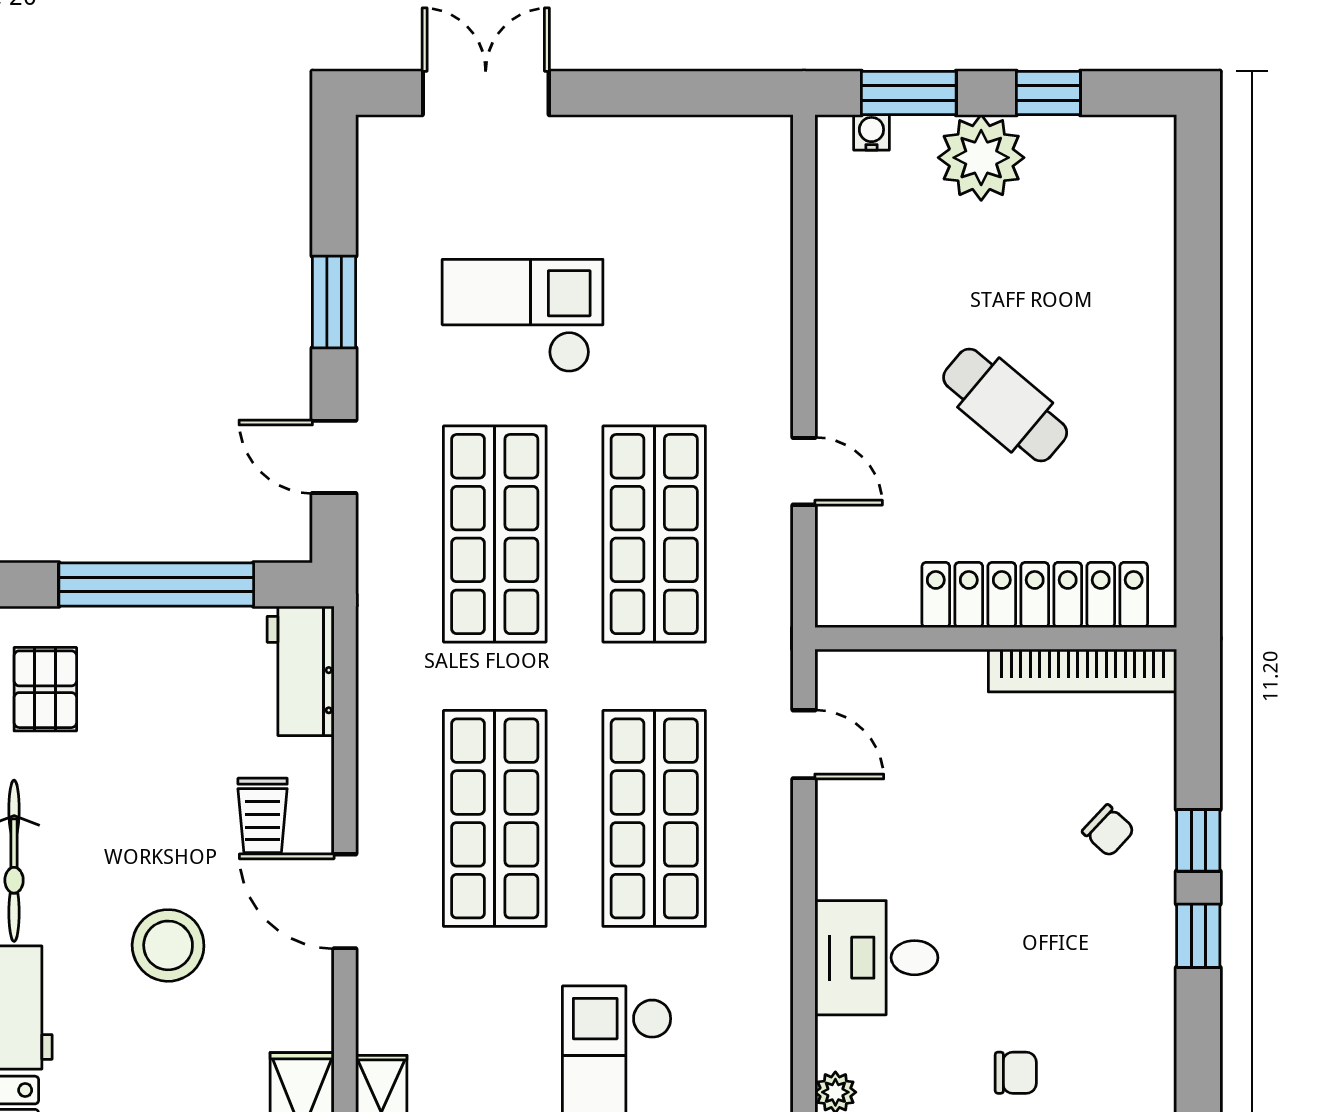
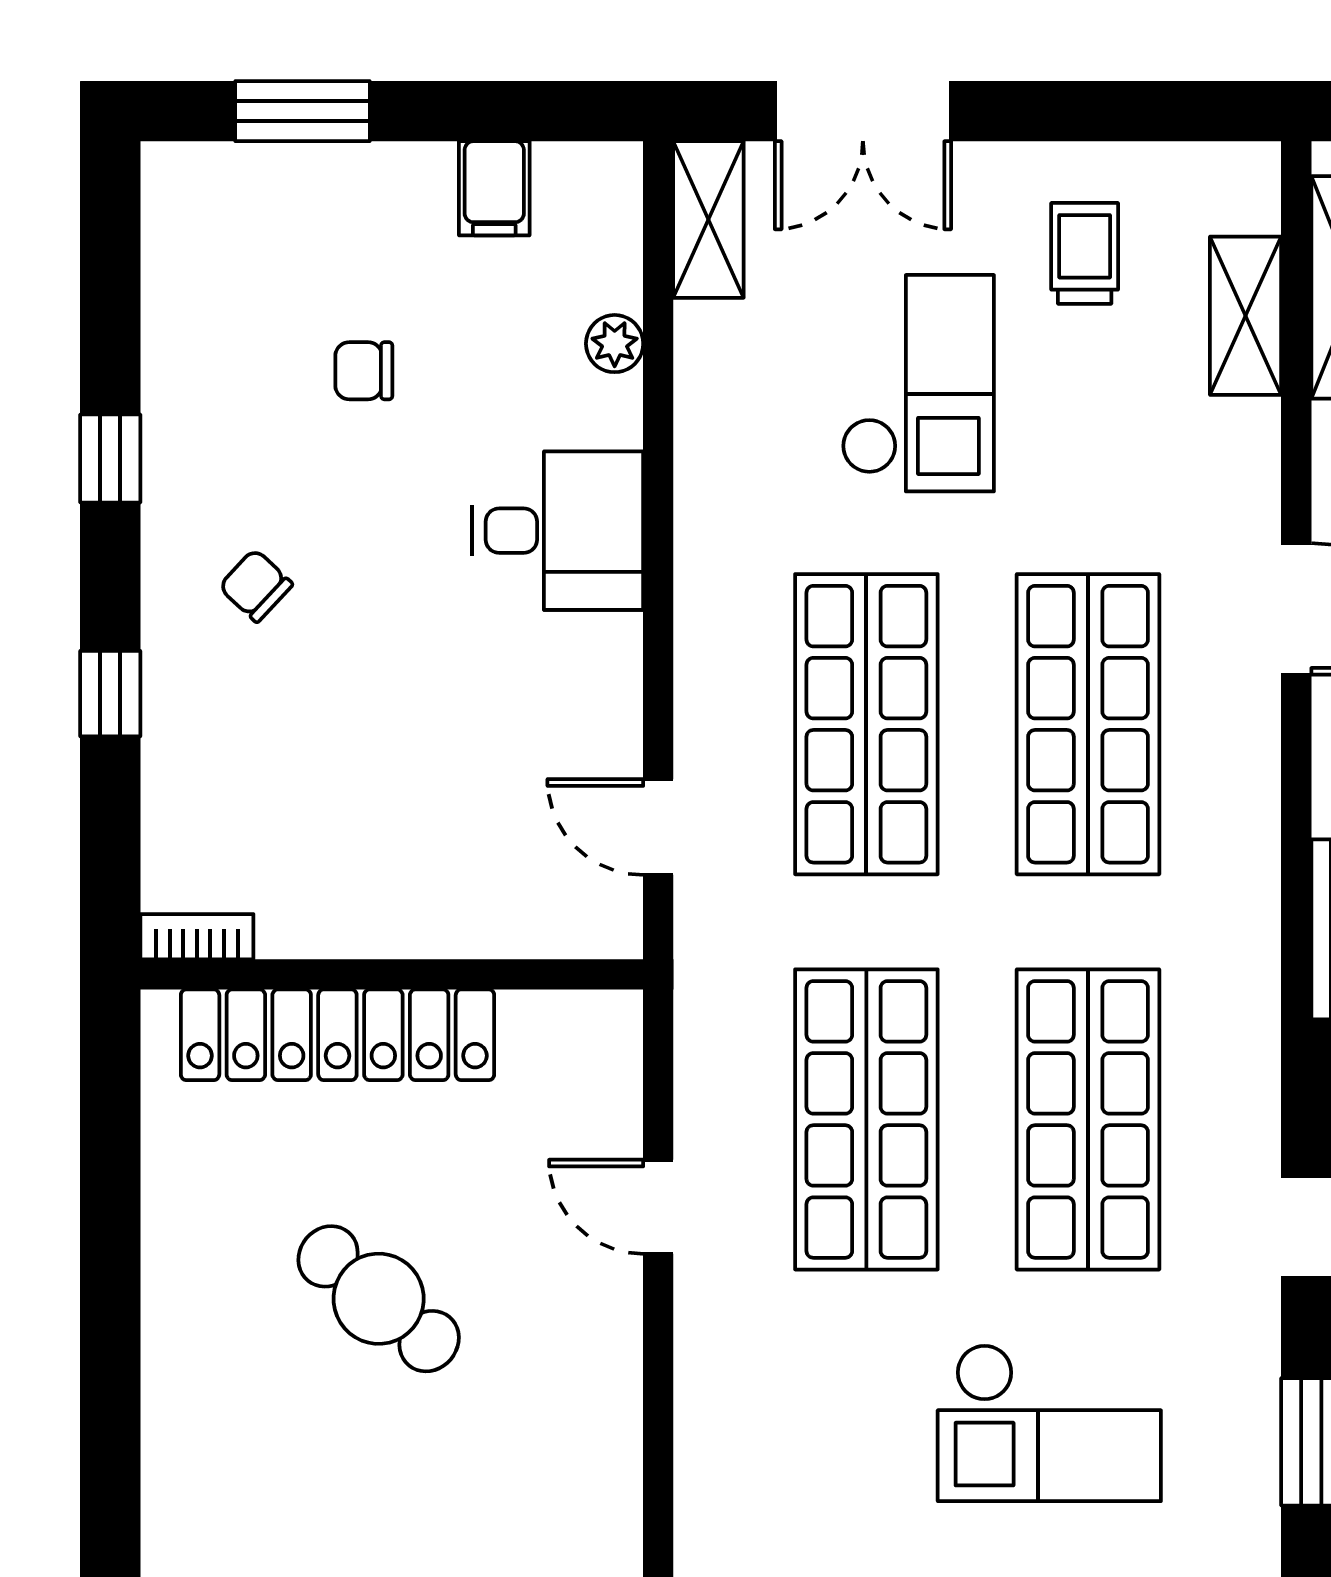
bookcase: (1082, 671) -> (197, 937), width x0.43, depth x0.76
chair: (1108, 831) -> (256, 586), moved
window: (1198, 936) -> (110, 459), moved

